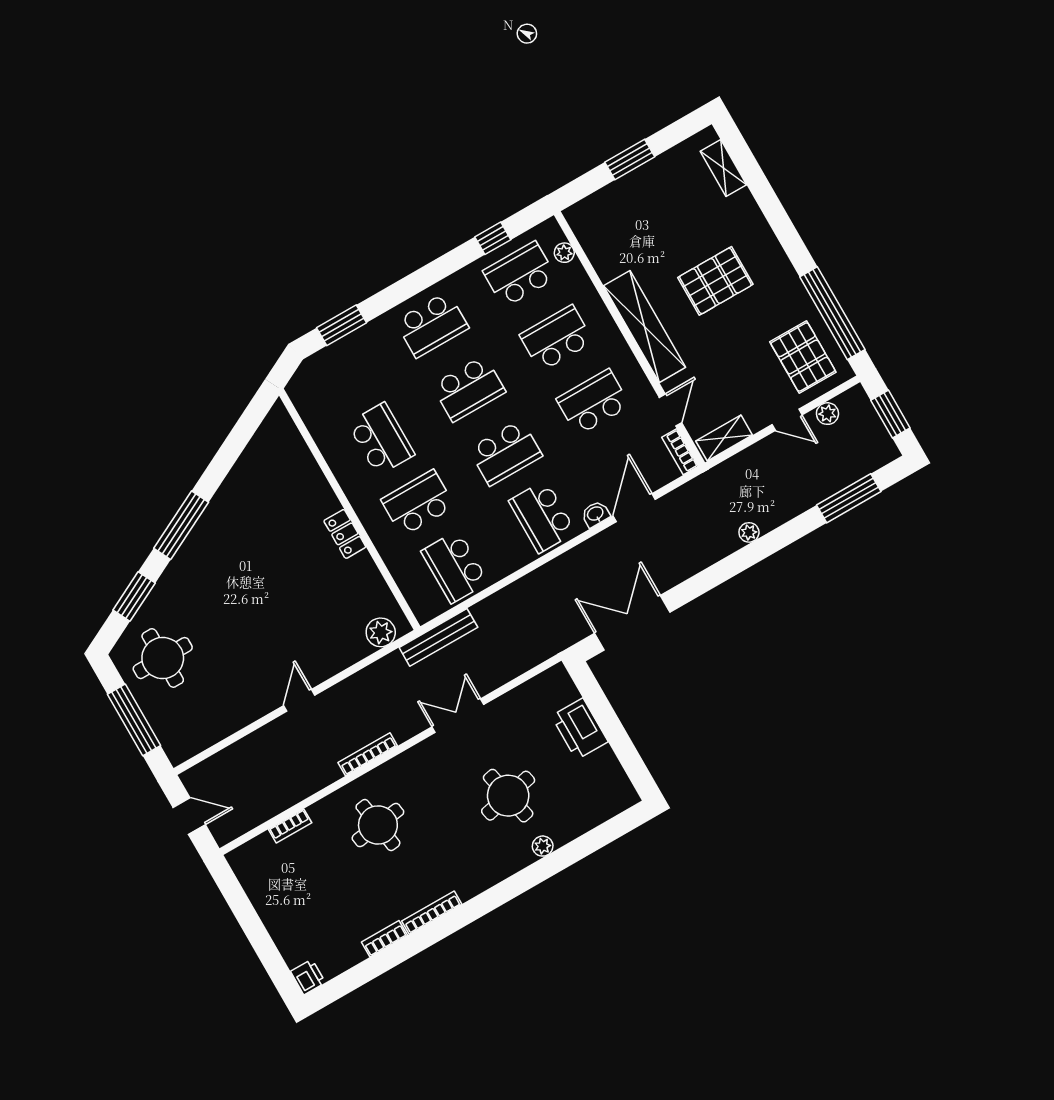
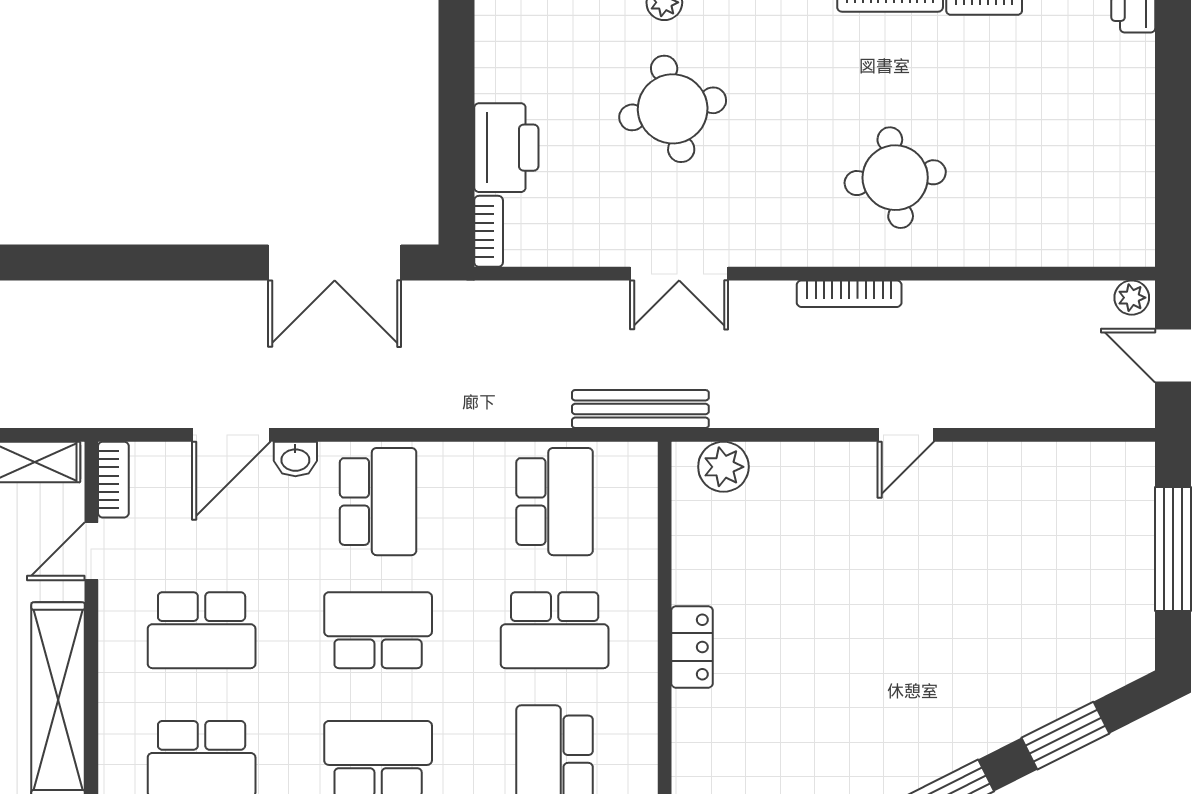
plant: (749, 532) -> (1132, 298), moved
round table: (163, 658) -> (1076, 618), removed
bookcase: (290, 826) -> (489, 231), moved, turned 90

